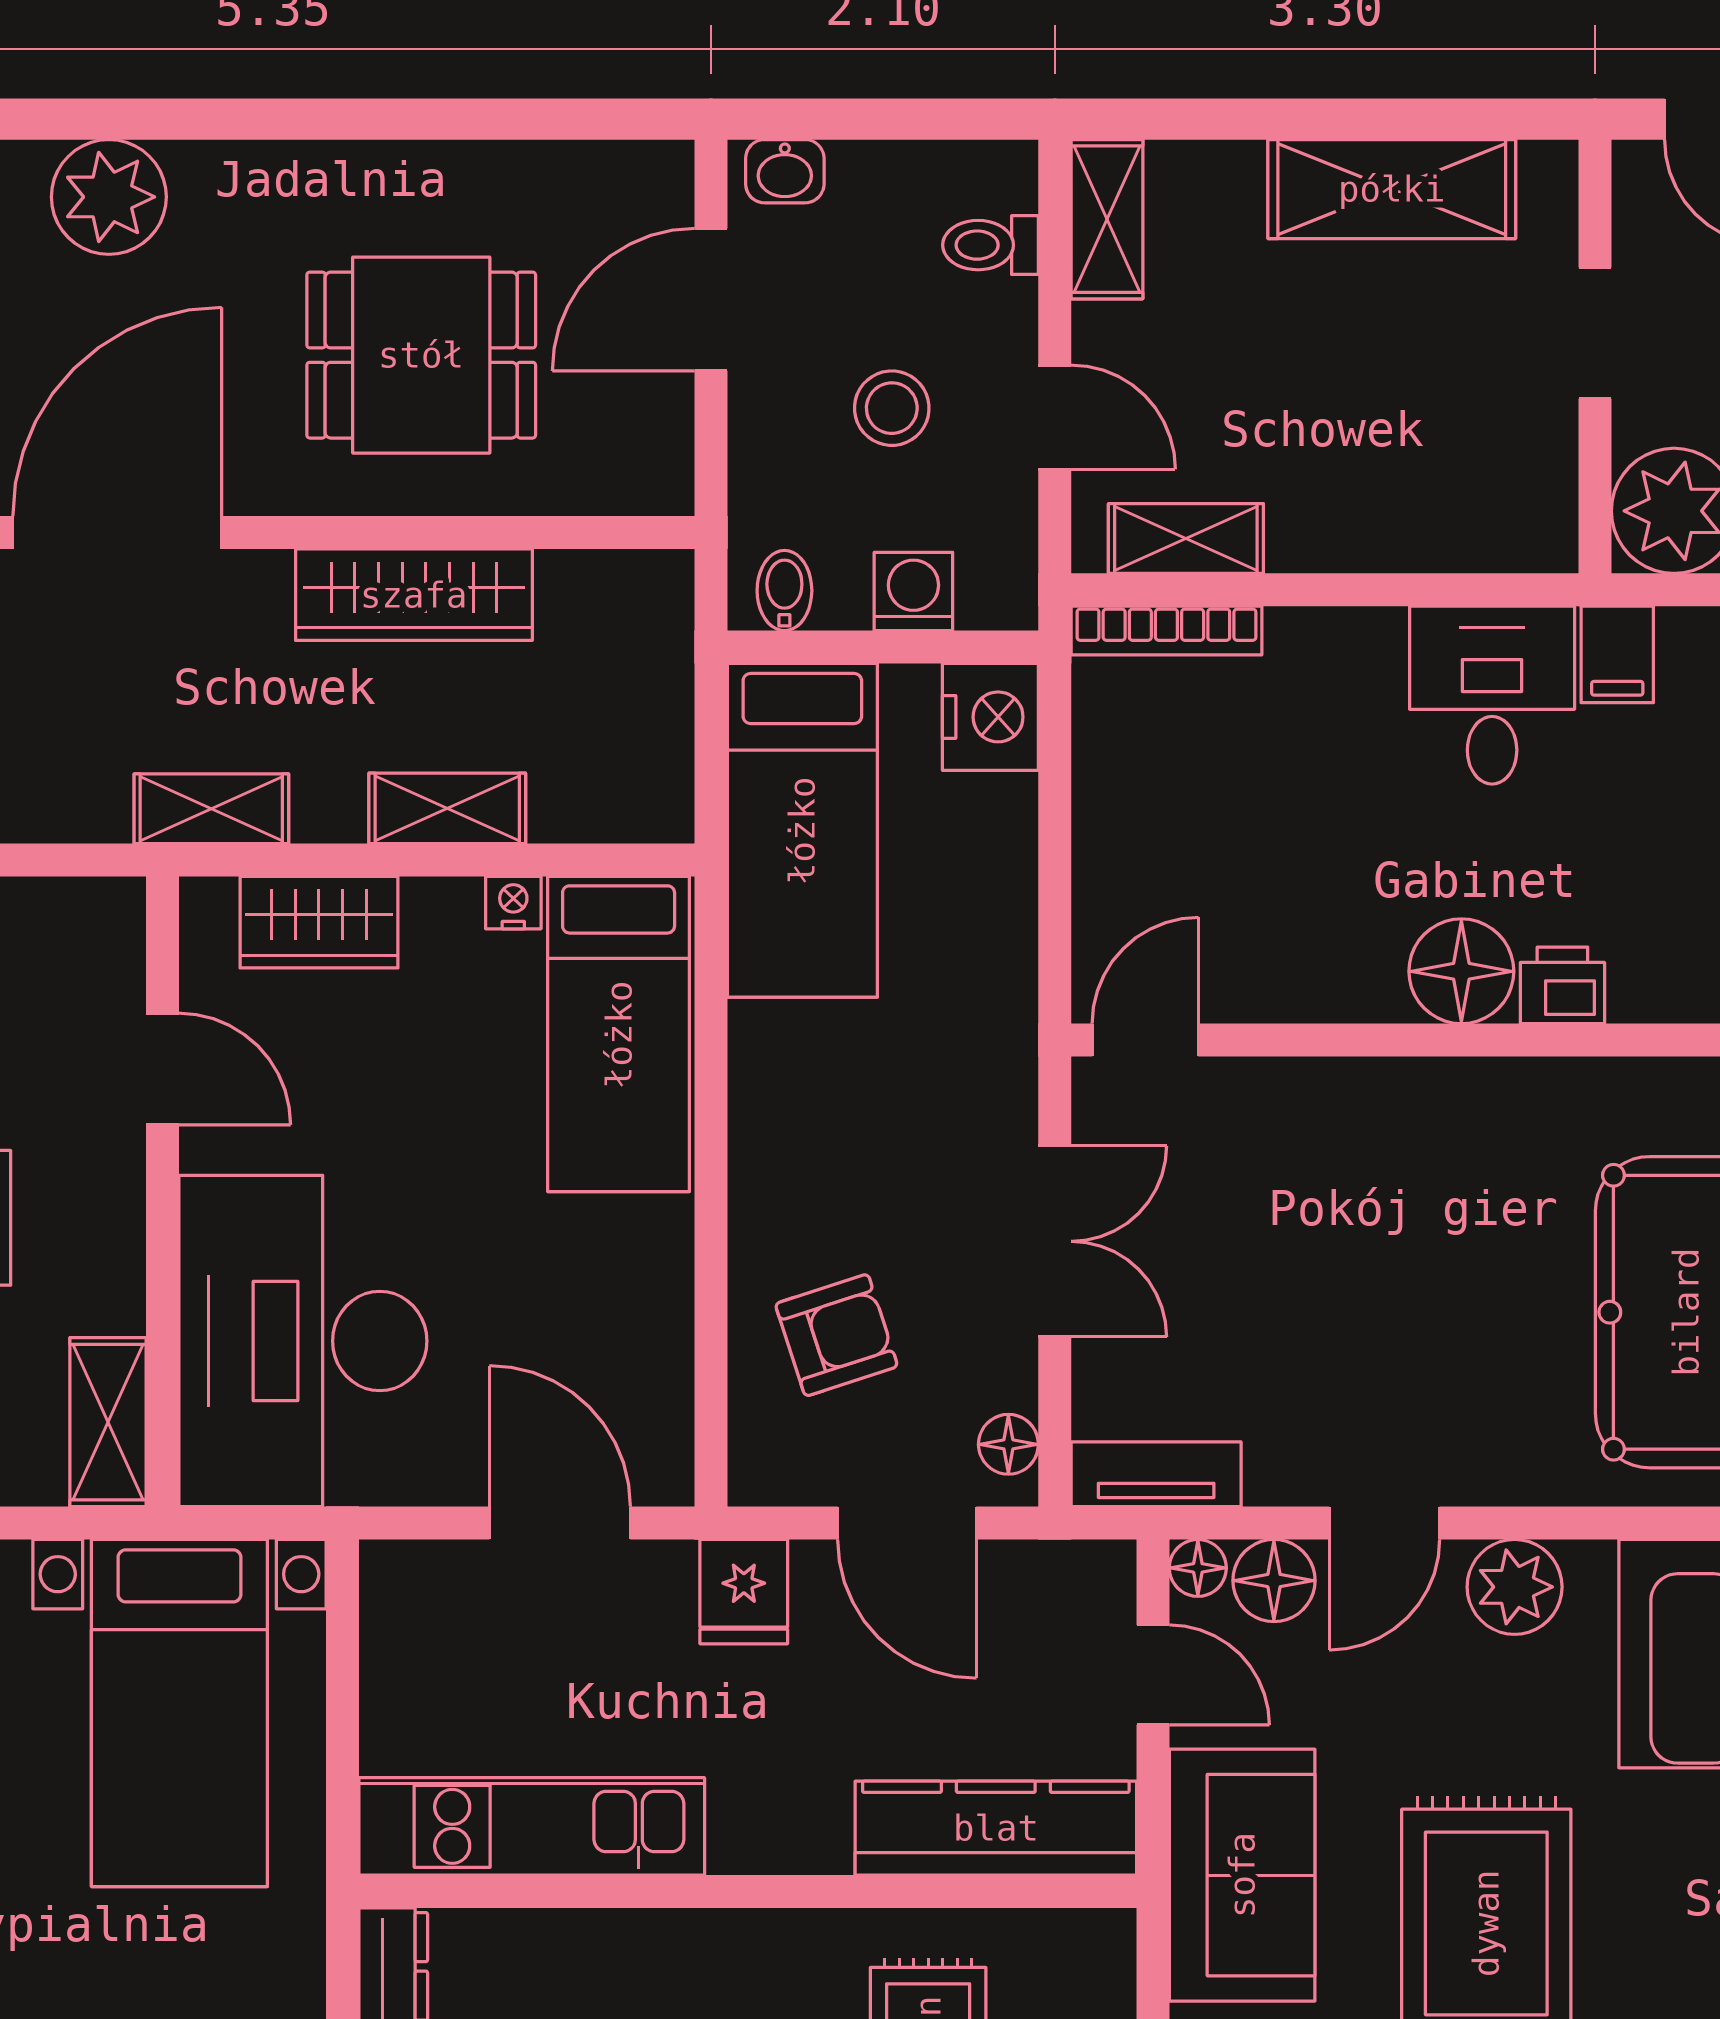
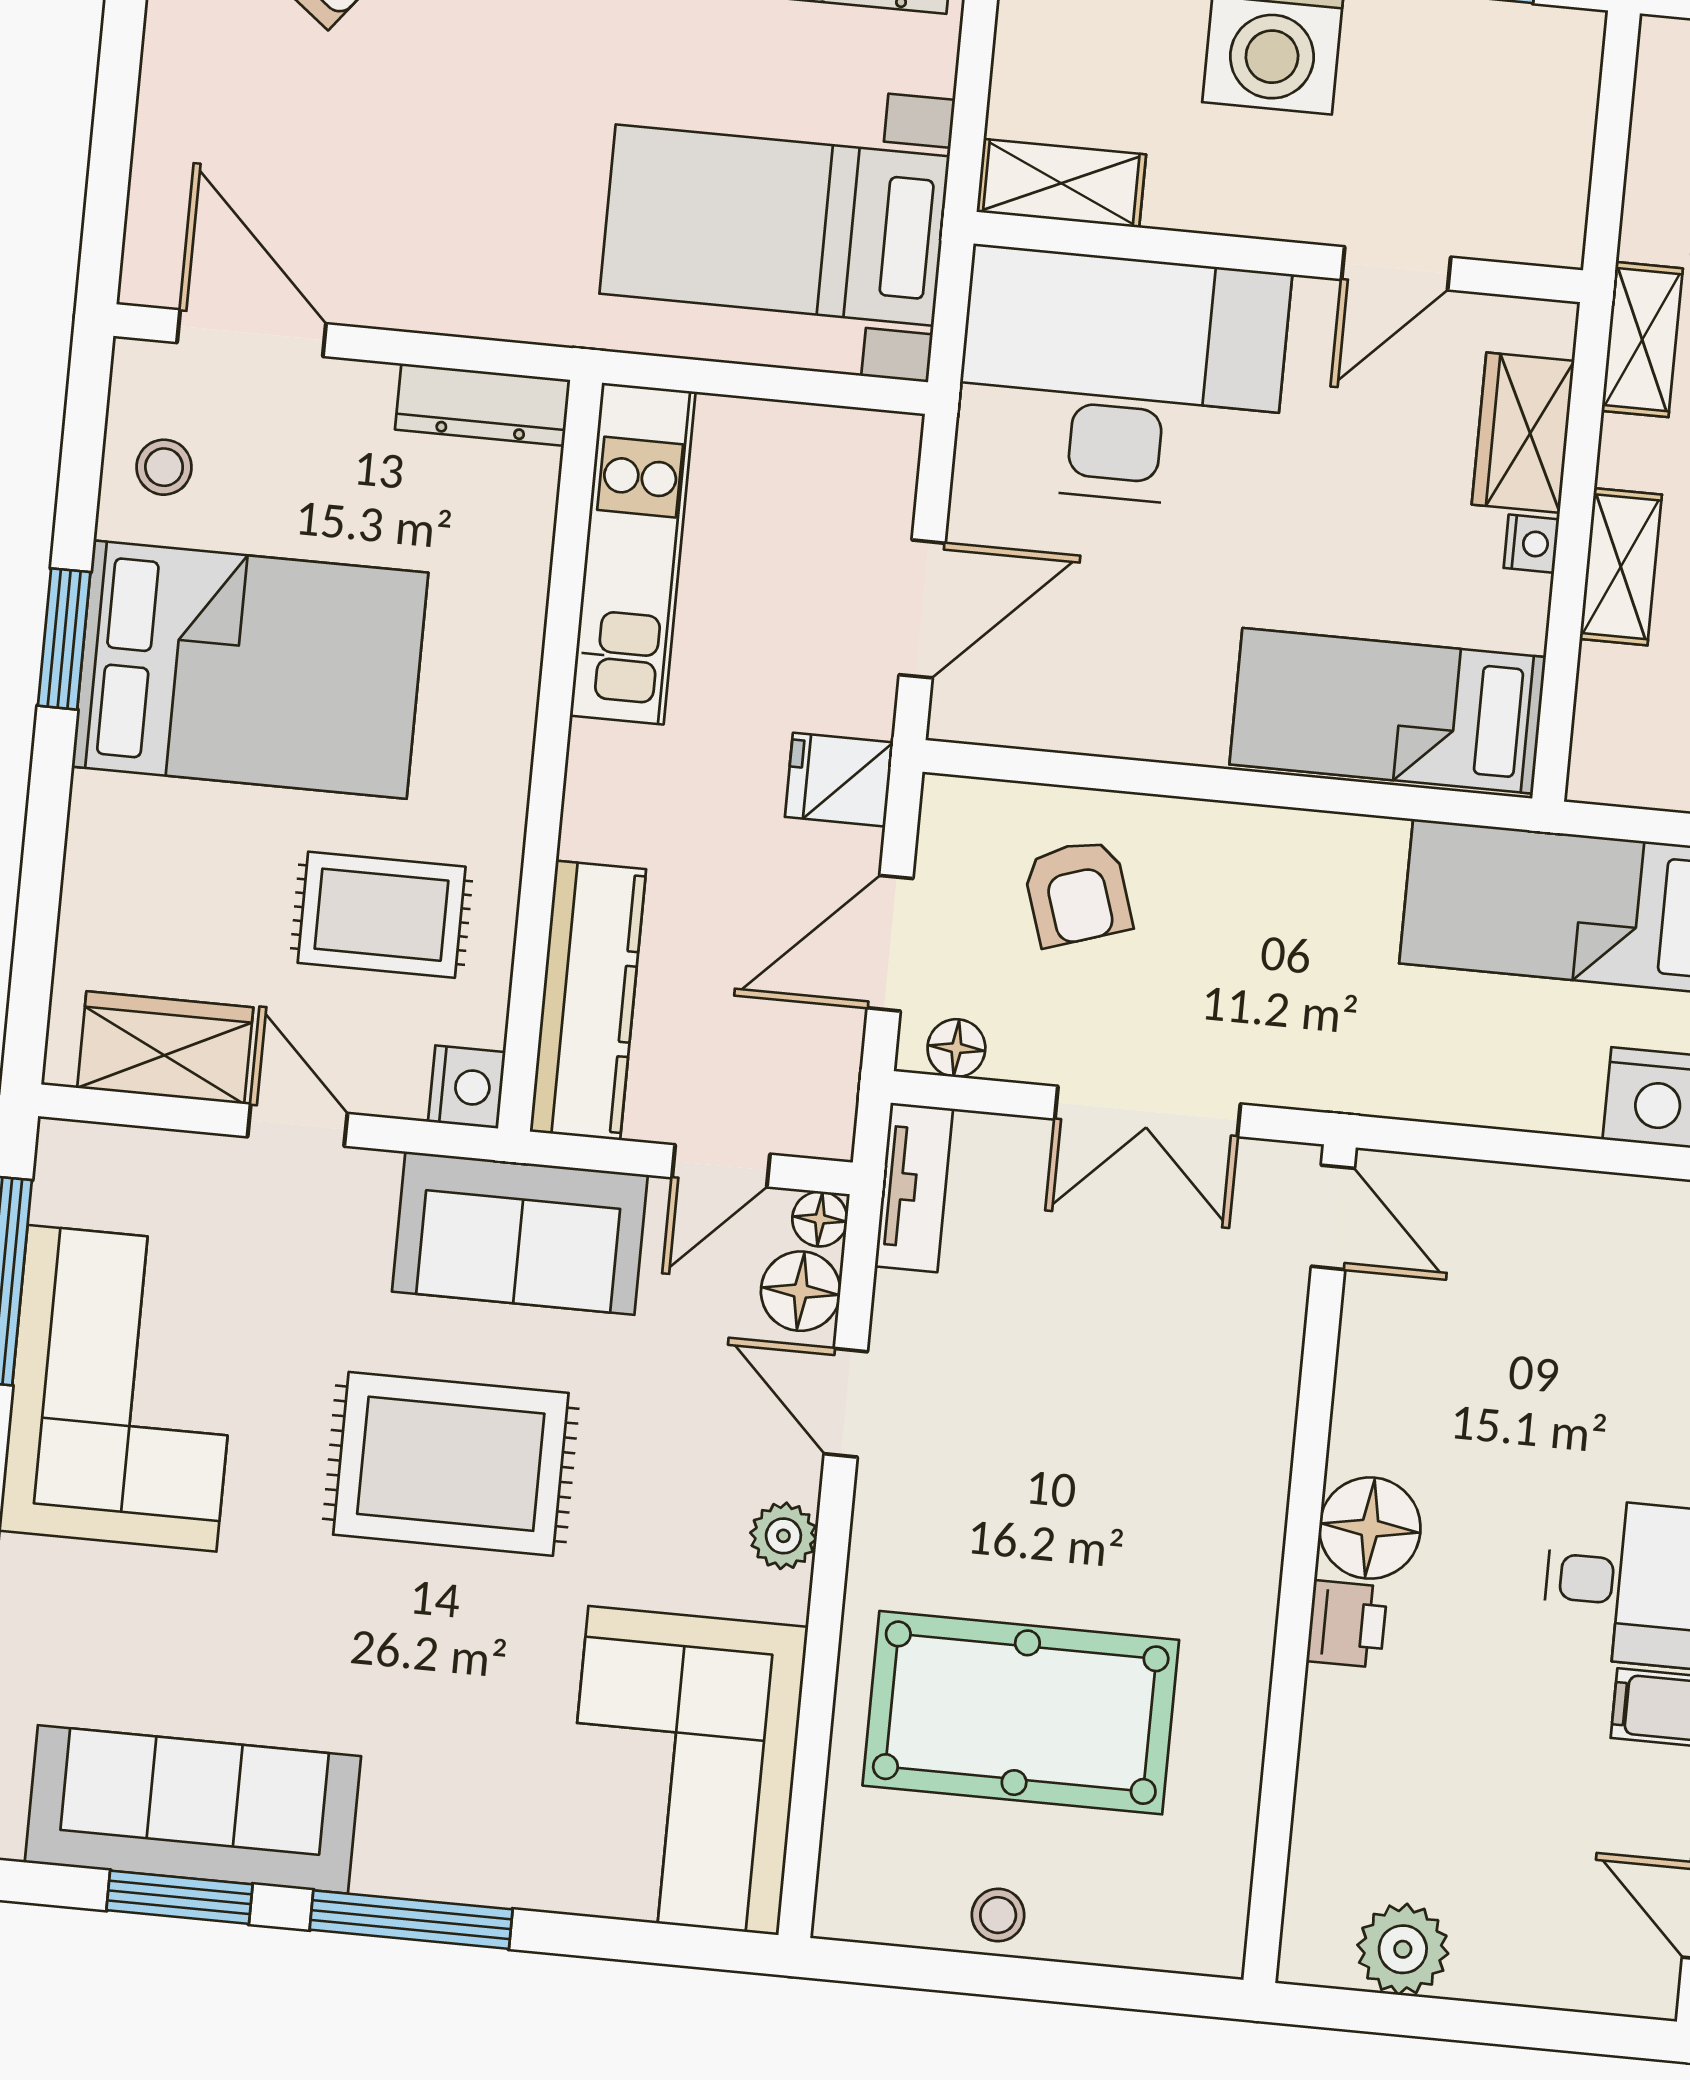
nightstand: (513, 903) -> (1531, 544), moved
plant: (1515, 1587) -> (783, 1536), width x0.73, depth x0.73
nightstand: (1097, 1944) -> (467, 1087), added

